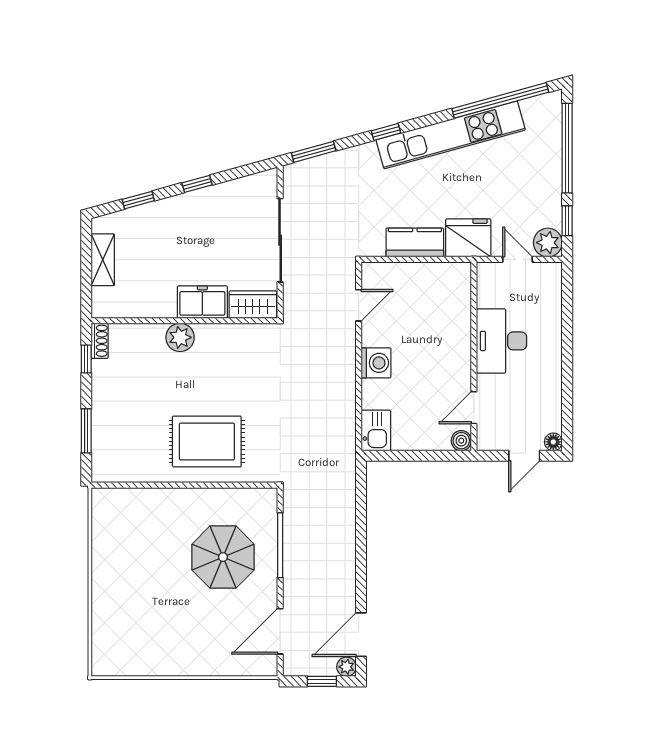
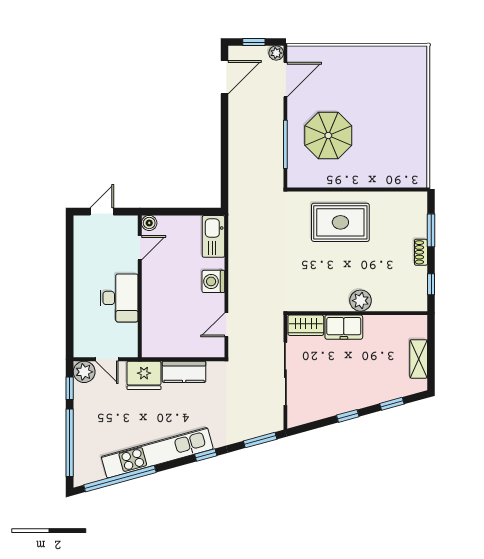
shoe rack: (100, 341) -> (421, 252), moved
kitchen sink: (376, 430) -> (213, 236), width x1.38
floor lamp: (553, 442) -> (80, 222), removed
plant: (346, 667) -> (276, 53), moved

